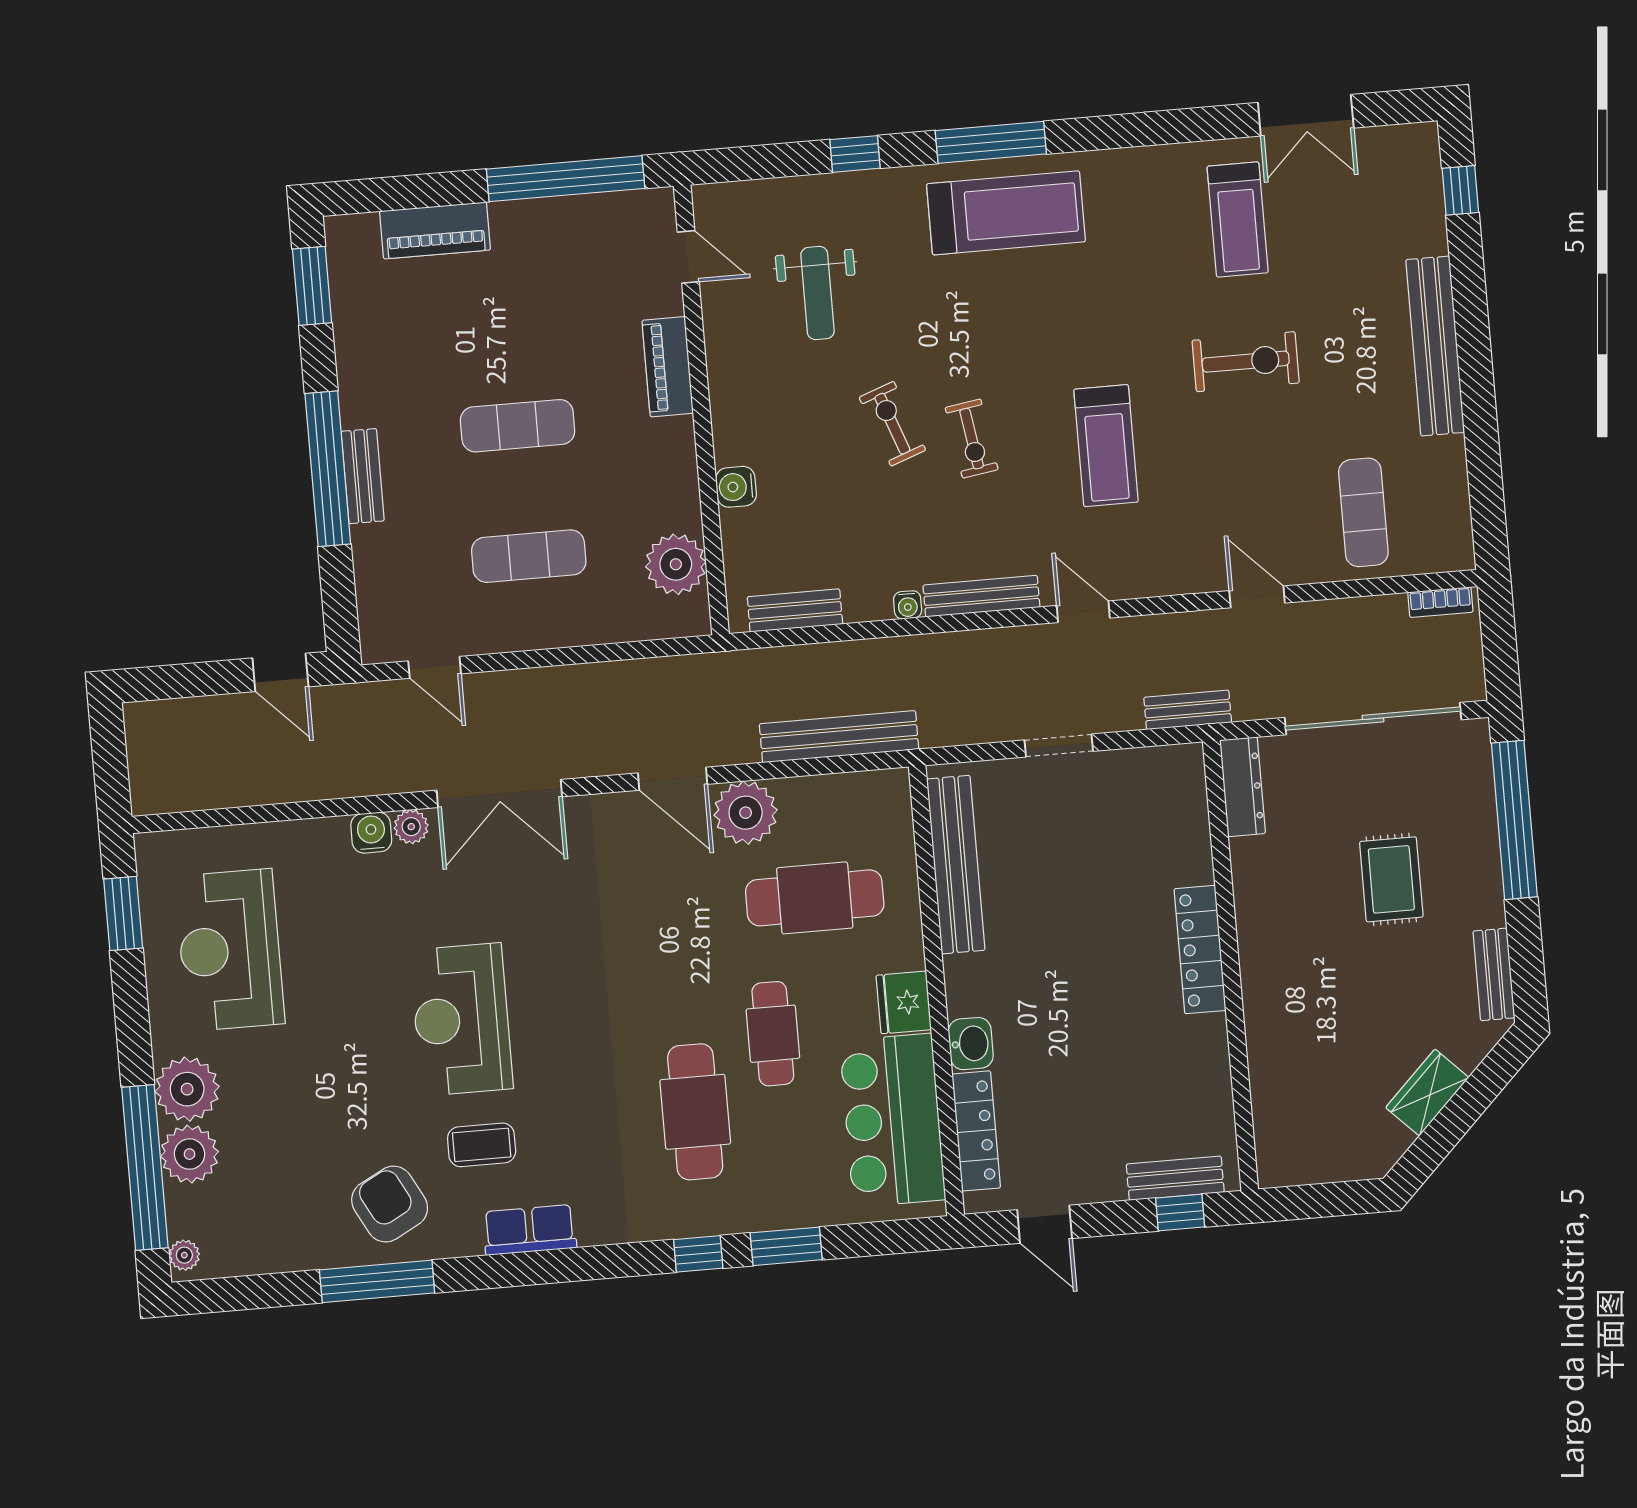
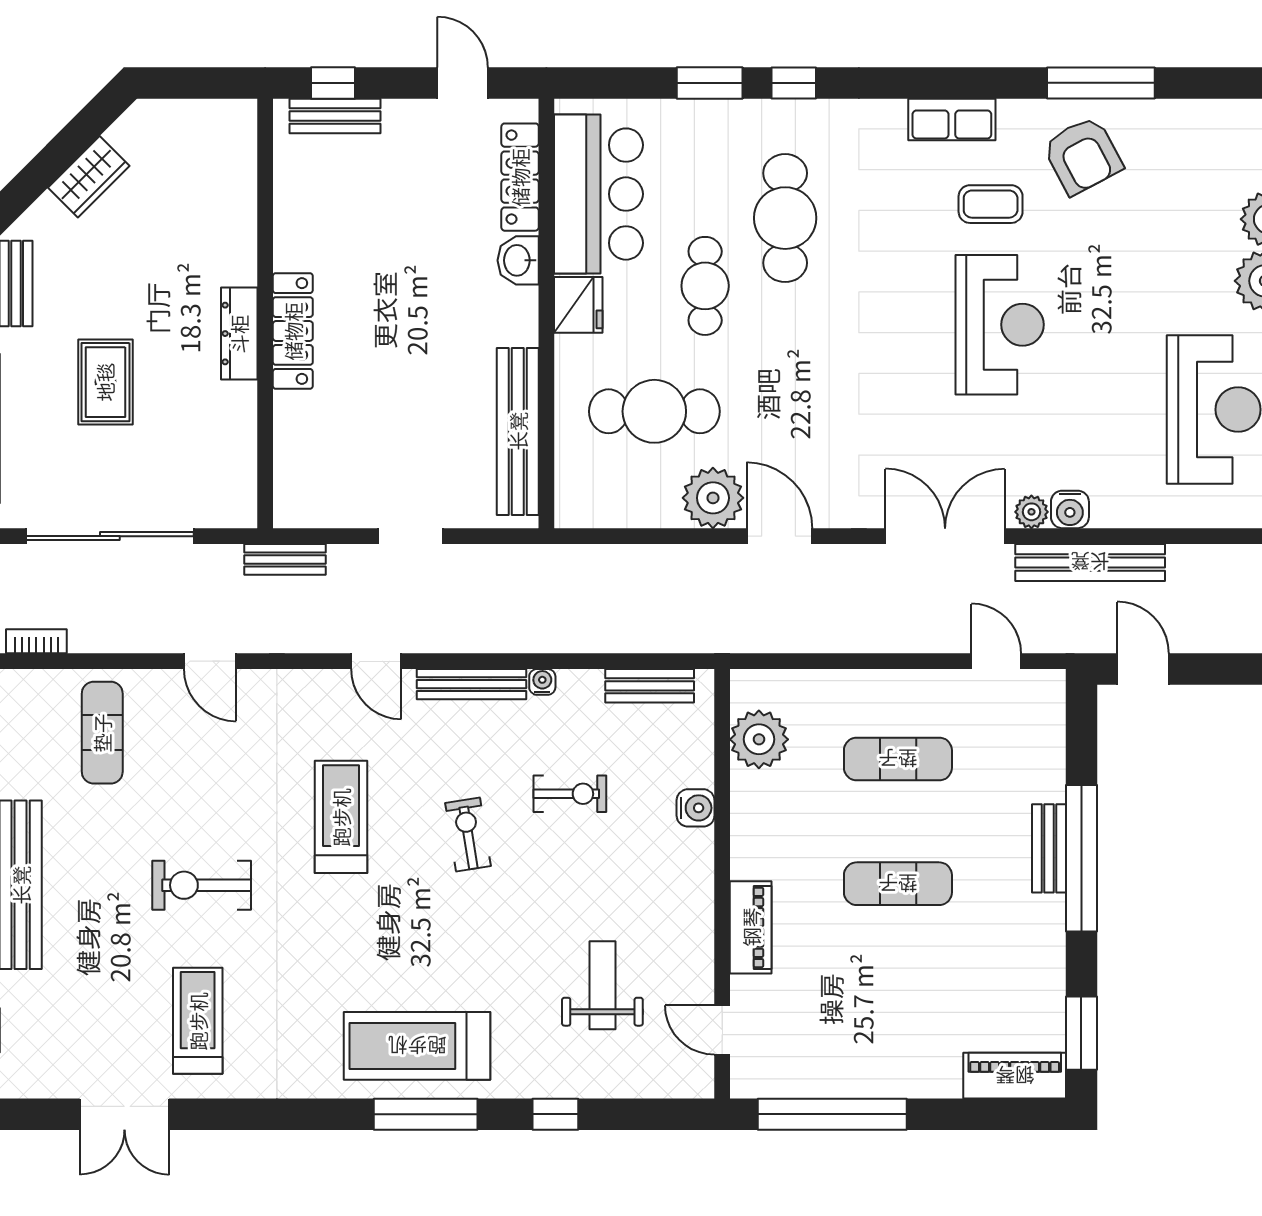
double door: (1306, 115) -> (124, 1114), swing flipped
piano: (435, 231) -> (1015, 1076), moved
exercise bike: (892, 424) -> (570, 794), moved, turned -70
bench: (839, 737) -> (1090, 562), moved
dresser: (1242, 787) -> (239, 334), moved

